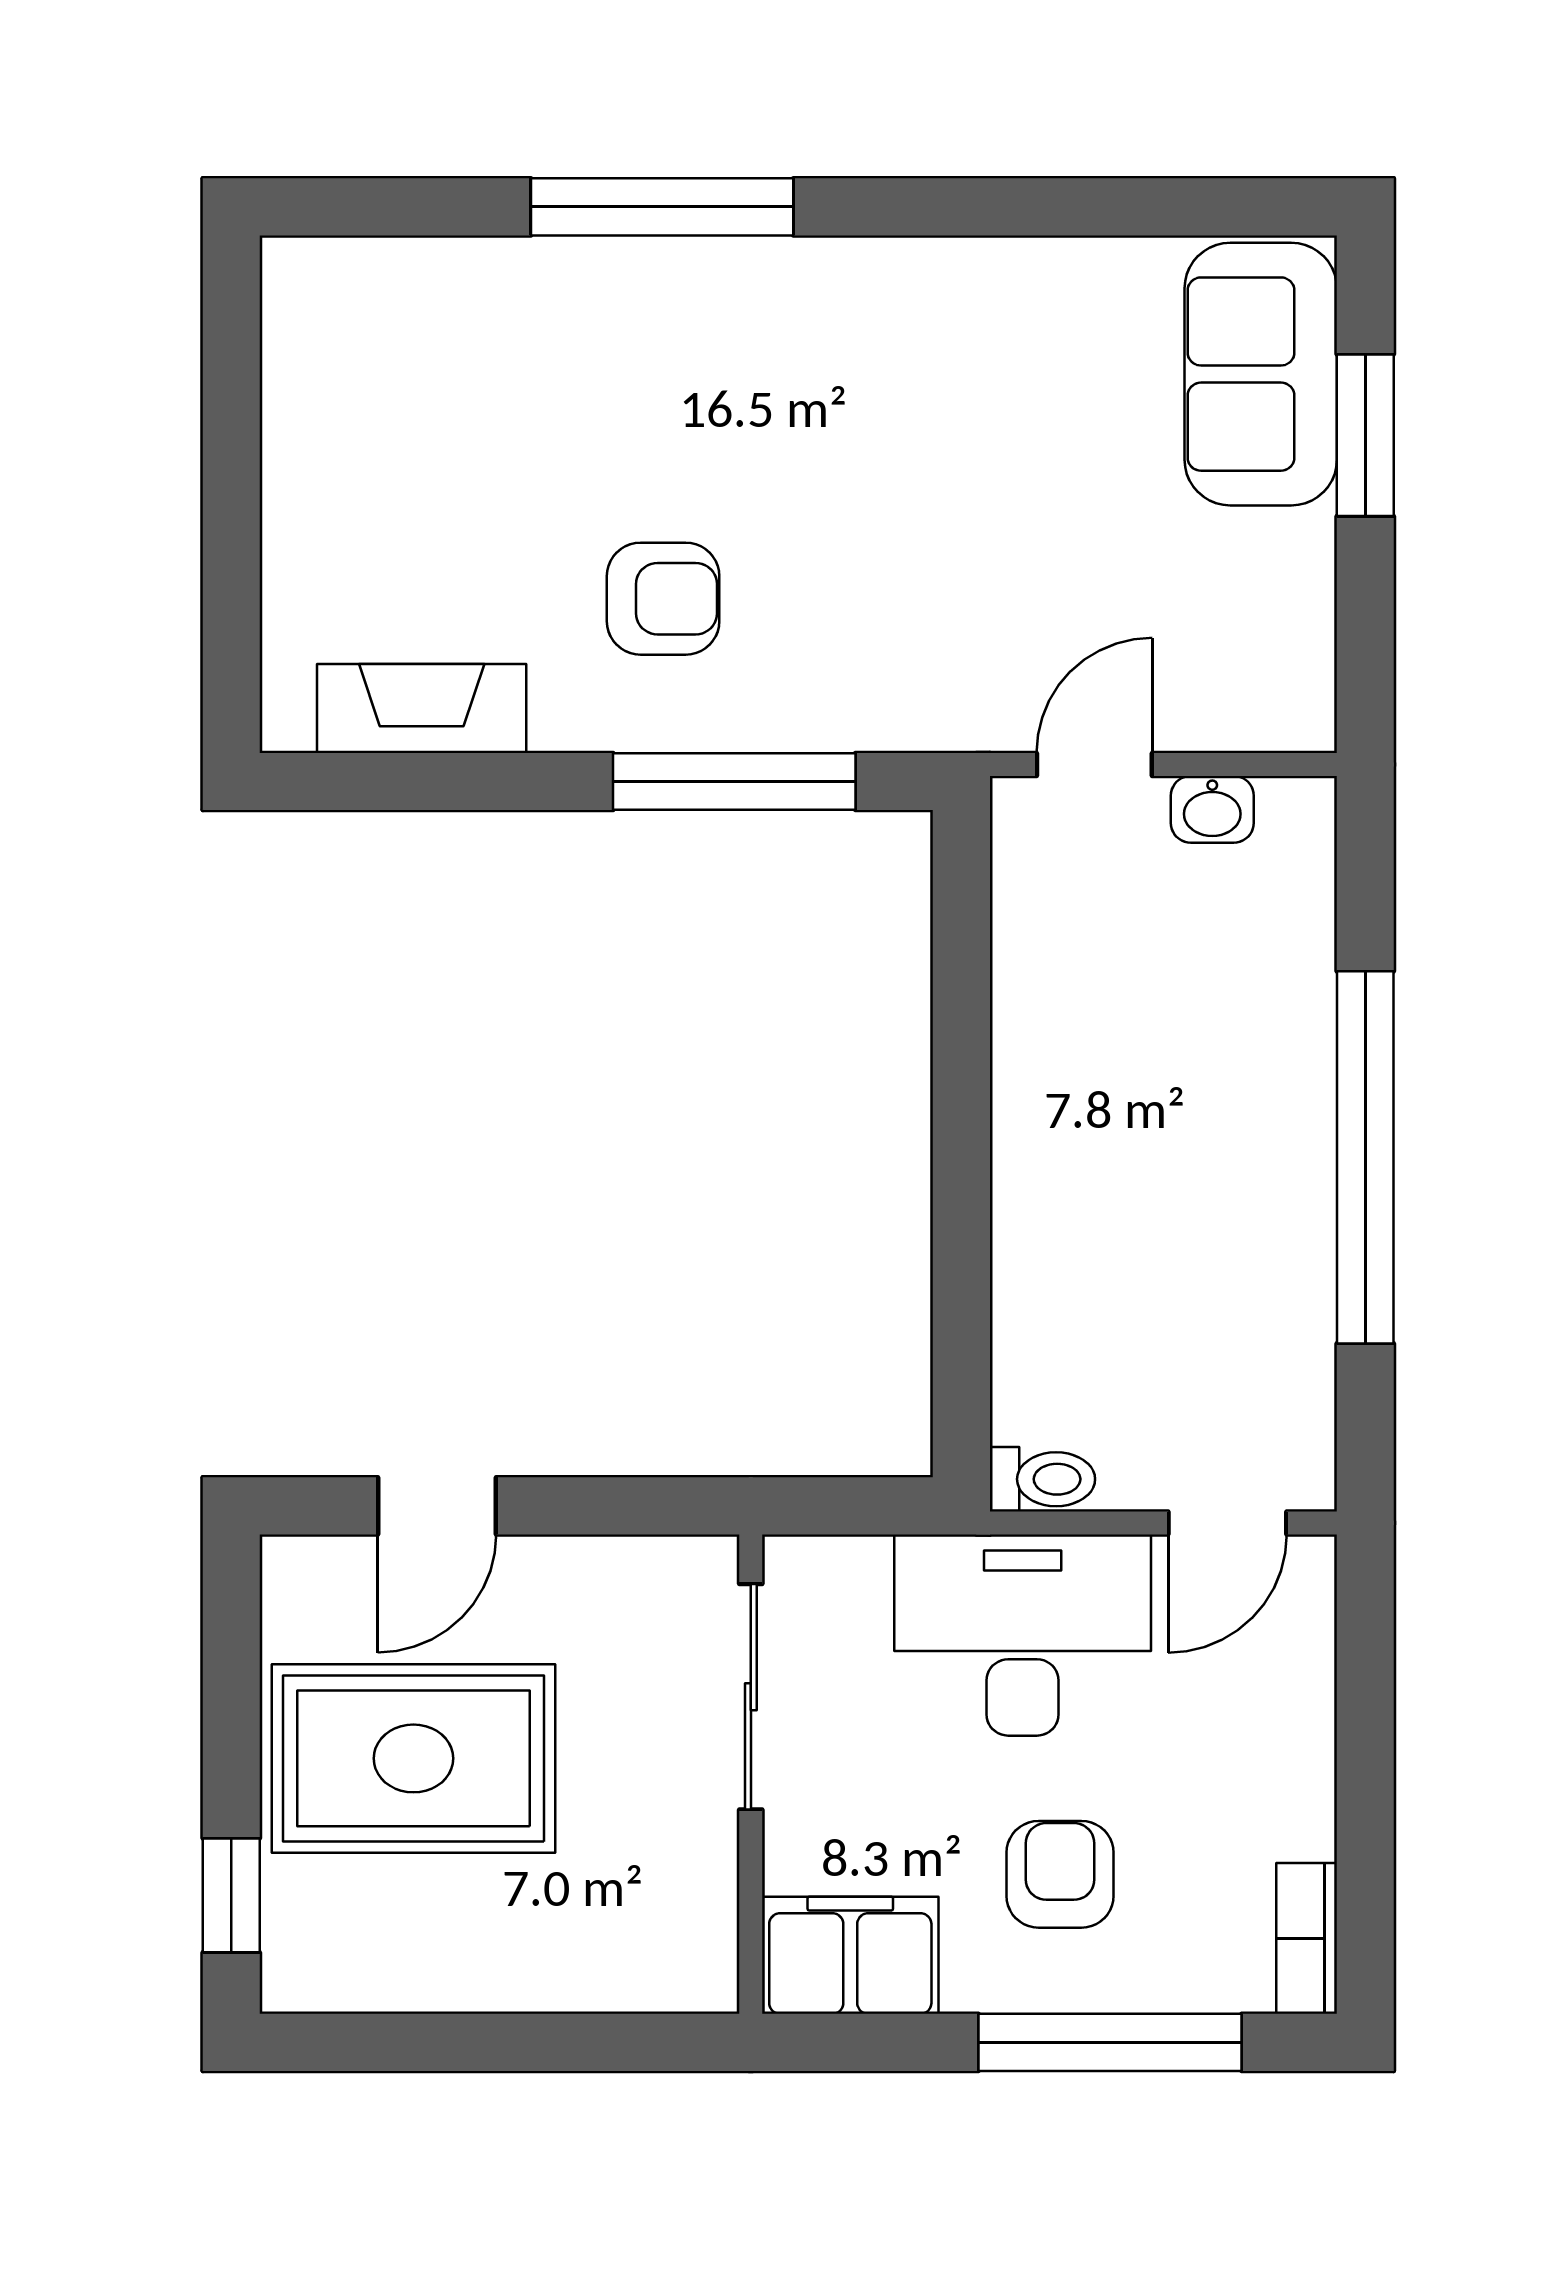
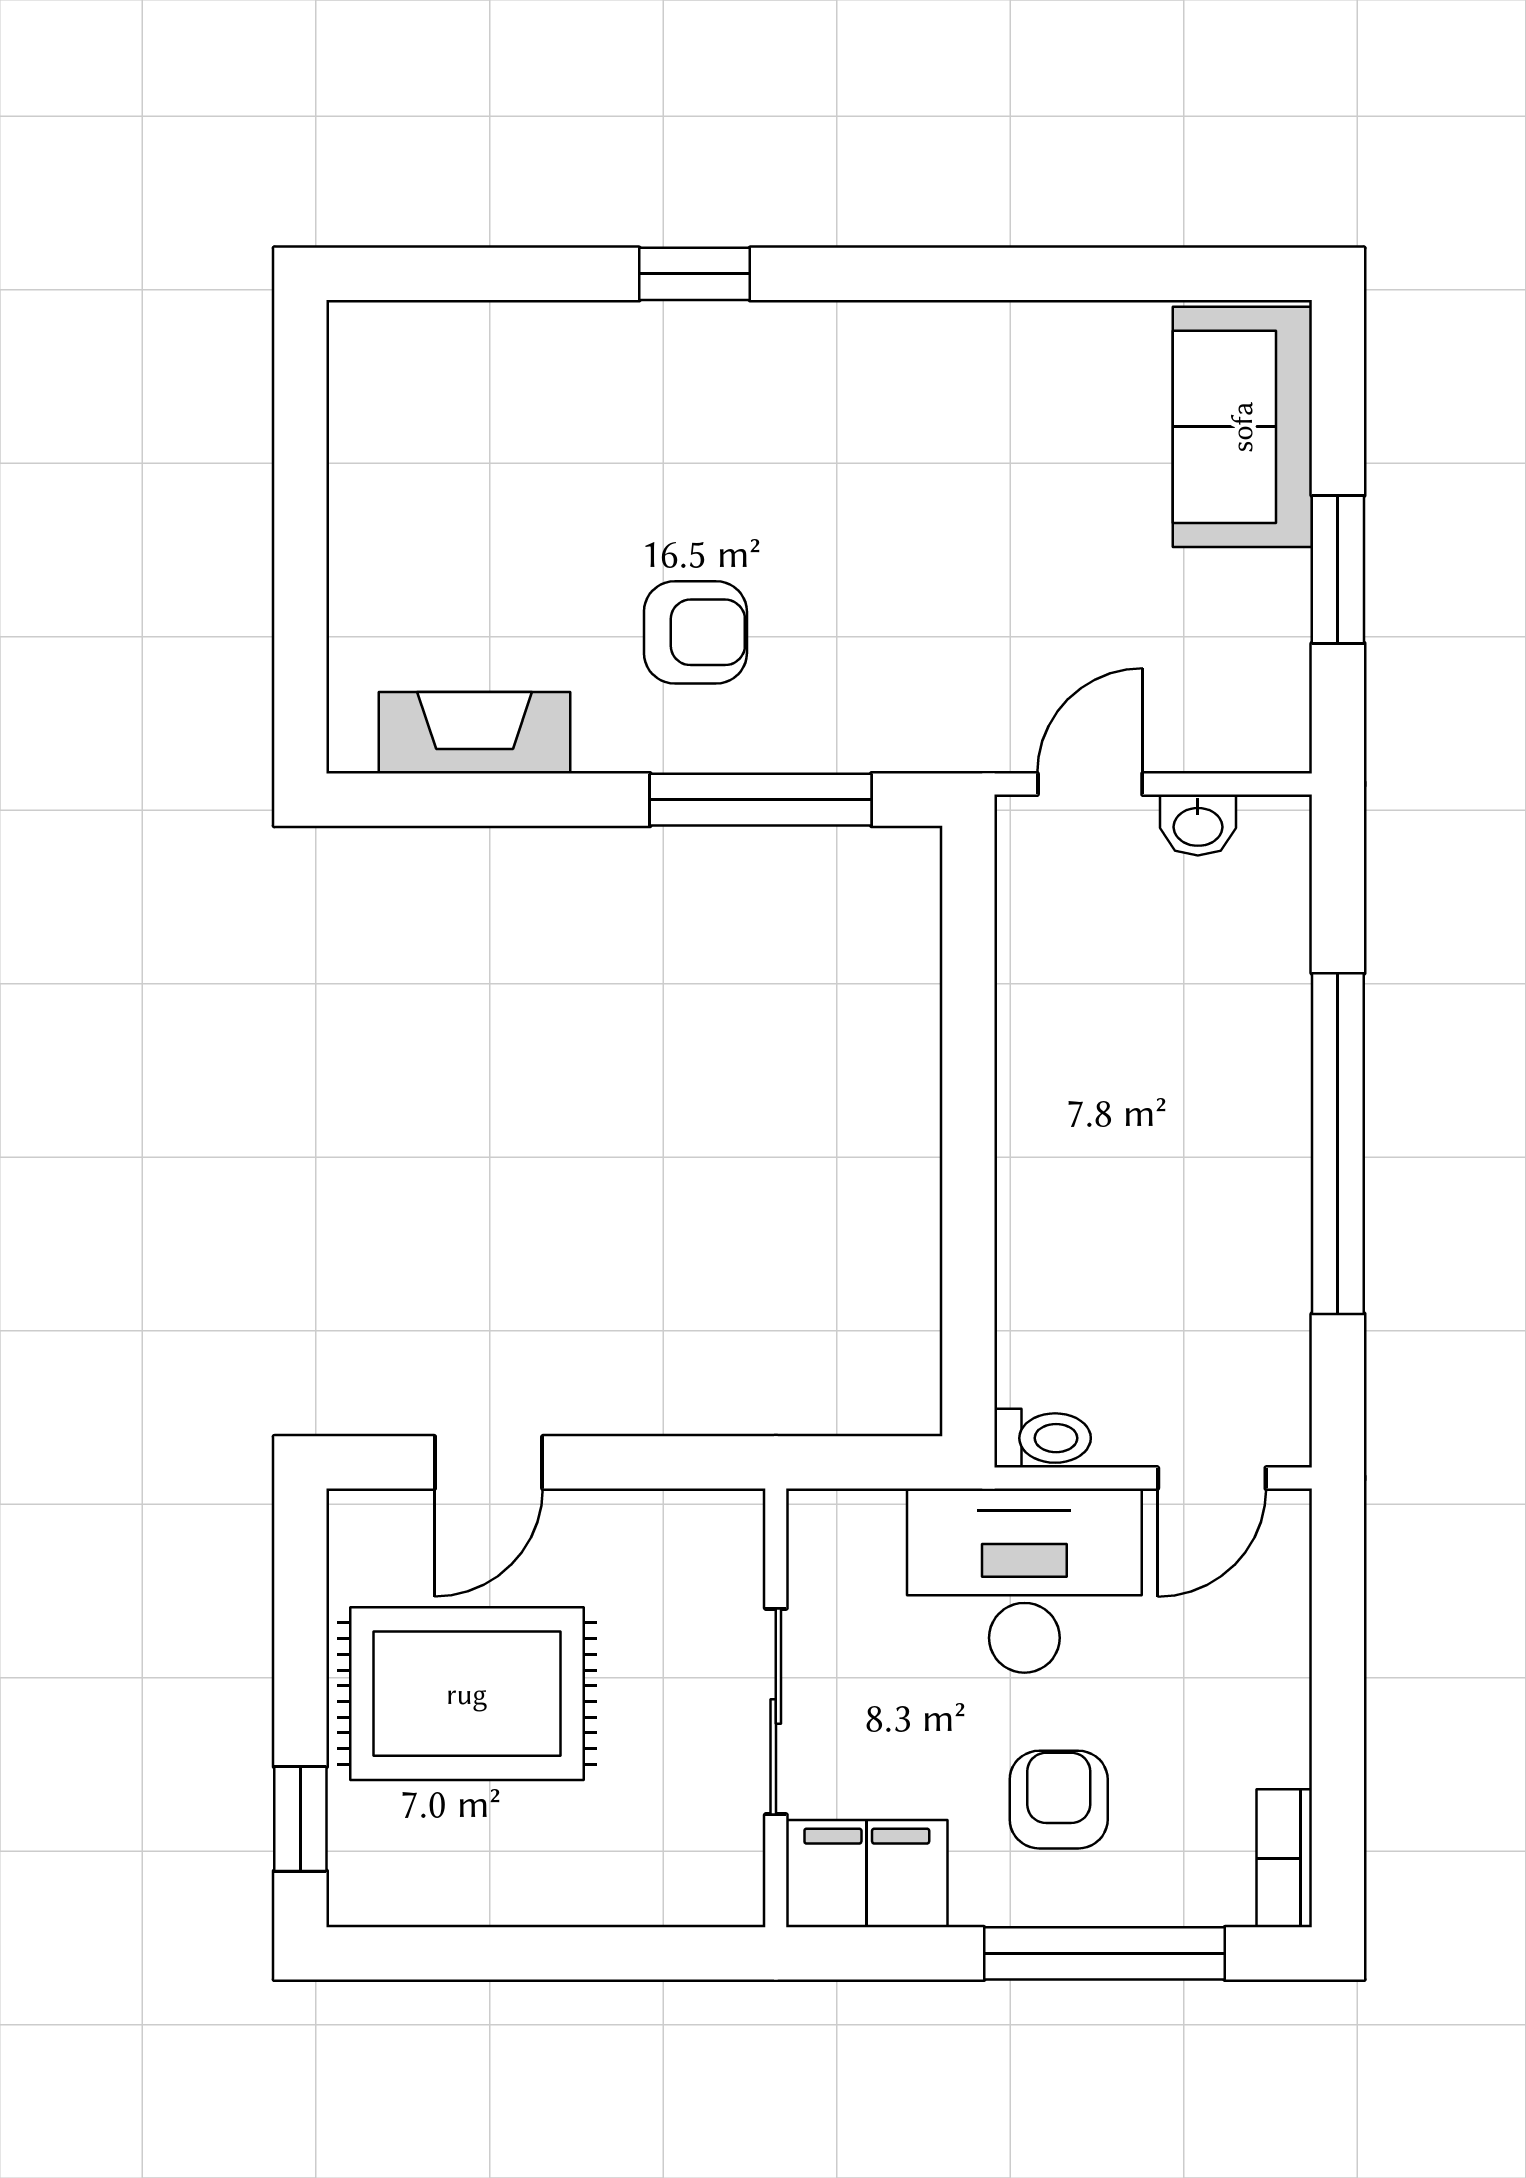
window: (662, 207) -> (695, 274), width x0.46
window: (1365, 435) -> (1338, 569), moved
sliding door: (751, 1697) -> (776, 1711), moved

